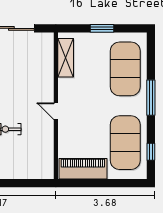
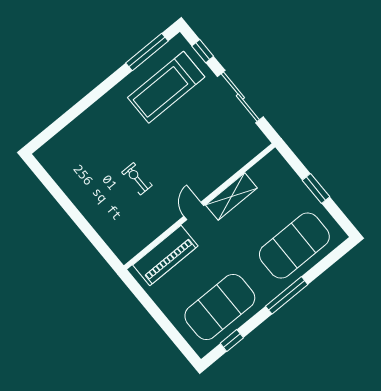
shelving: (66, 58) -> (231, 196), moved
piano: (83, 169) -> (165, 255), moved, turned 90

